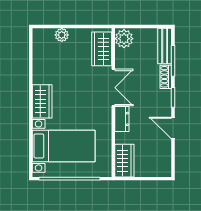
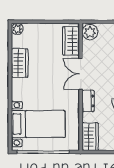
plant: (62, 35) -> (17, 29), moved
double door: (113, 88) -> (81, 74), swing flipped
wardrobe: (42, 101) -> (20, 63), moved

